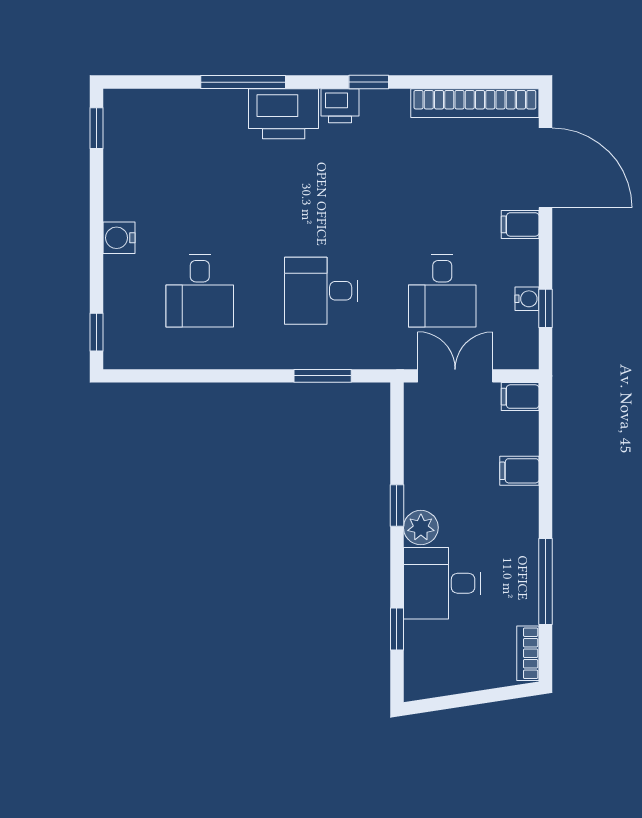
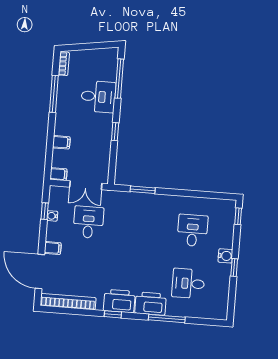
printer: (340, 106) -> (119, 301), width x1.87, depth x1.48
window: (97, 128) -> (234, 267), moved
desk: (321, 291) -> (188, 283), moved, turned 180
plant: (421, 528) -> (106, 121), removed
window: (397, 629) -> (119, 79), width x2.17

